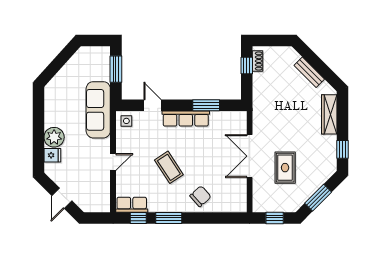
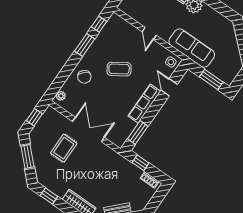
window: (247, 66) -> (141, 163), moved
door: (152, 105) -> (169, 87), swing flipped
window: (206, 105) -> (138, 133), moved
rug: (285, 168) -> (64, 148), turned 90
row of seats: (132, 205) -> (111, 26), removed
plant: (235, 206) -> (61, 96), added

